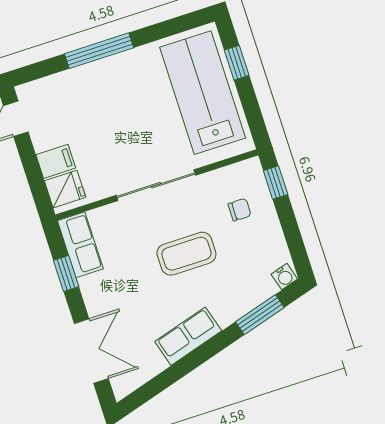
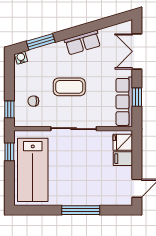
window: (237, 63) -> (9, 152), moved
row of seats: (80, 245) -> (124, 102), width x1.48

